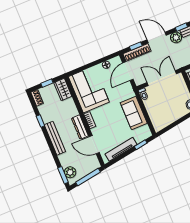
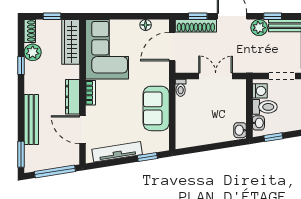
double door: (162, 78) -> (216, 76), width x0.73
wardrobe: (63, 89) -> (71, 42), width x1.50
bench: (55, 138) -> (31, 119), moved
plant: (70, 172) -> (33, 52), moved

